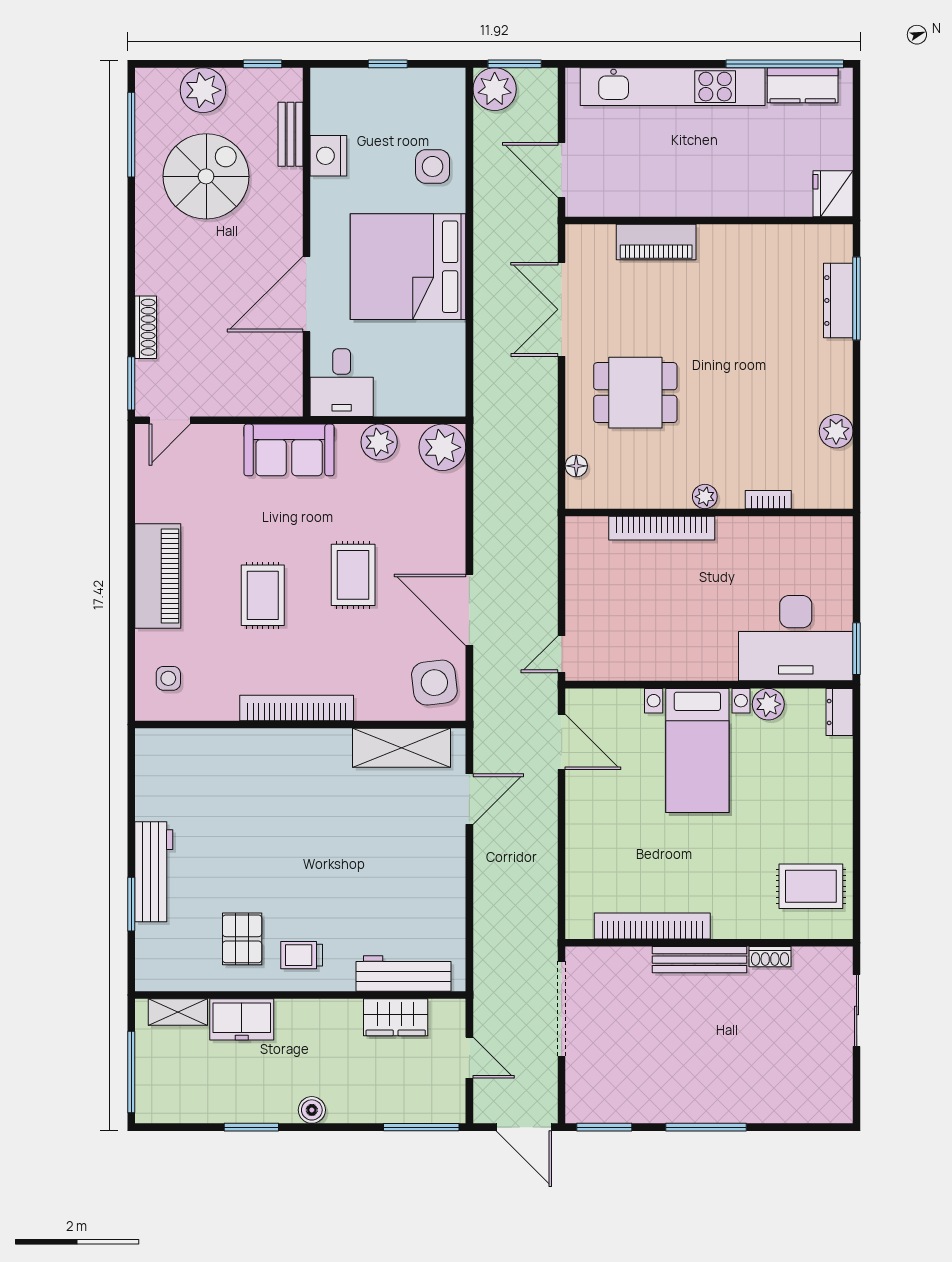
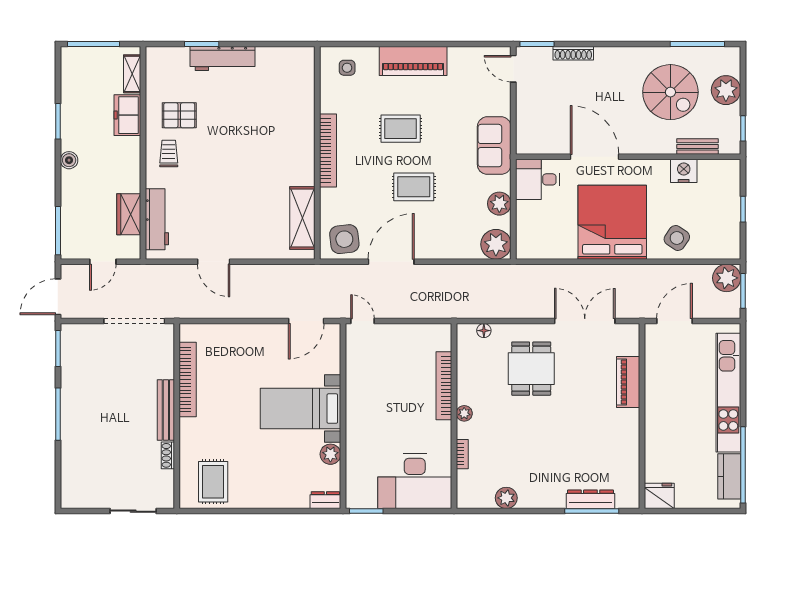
side table: (433, 166) -> (677, 238), turned 34
desk: (796, 638) -> (415, 481), moved, turned -90
door: (469, 799) -> (214, 262), moved

